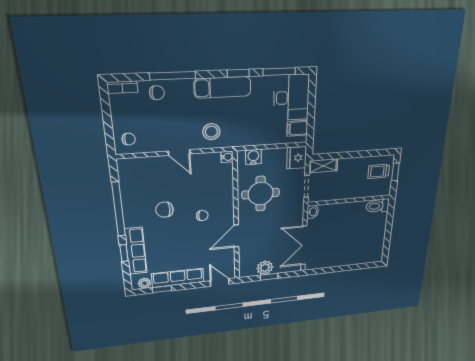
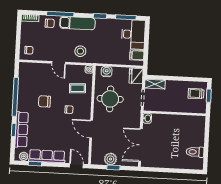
exam couch: (223, 87) -> (77, 23), moved
coffee table: (212, 186) -> (77, 88), added
toilet: (378, 206) -> (195, 152), moved
door: (236, 236) -> (91, 129), hinge flipped

